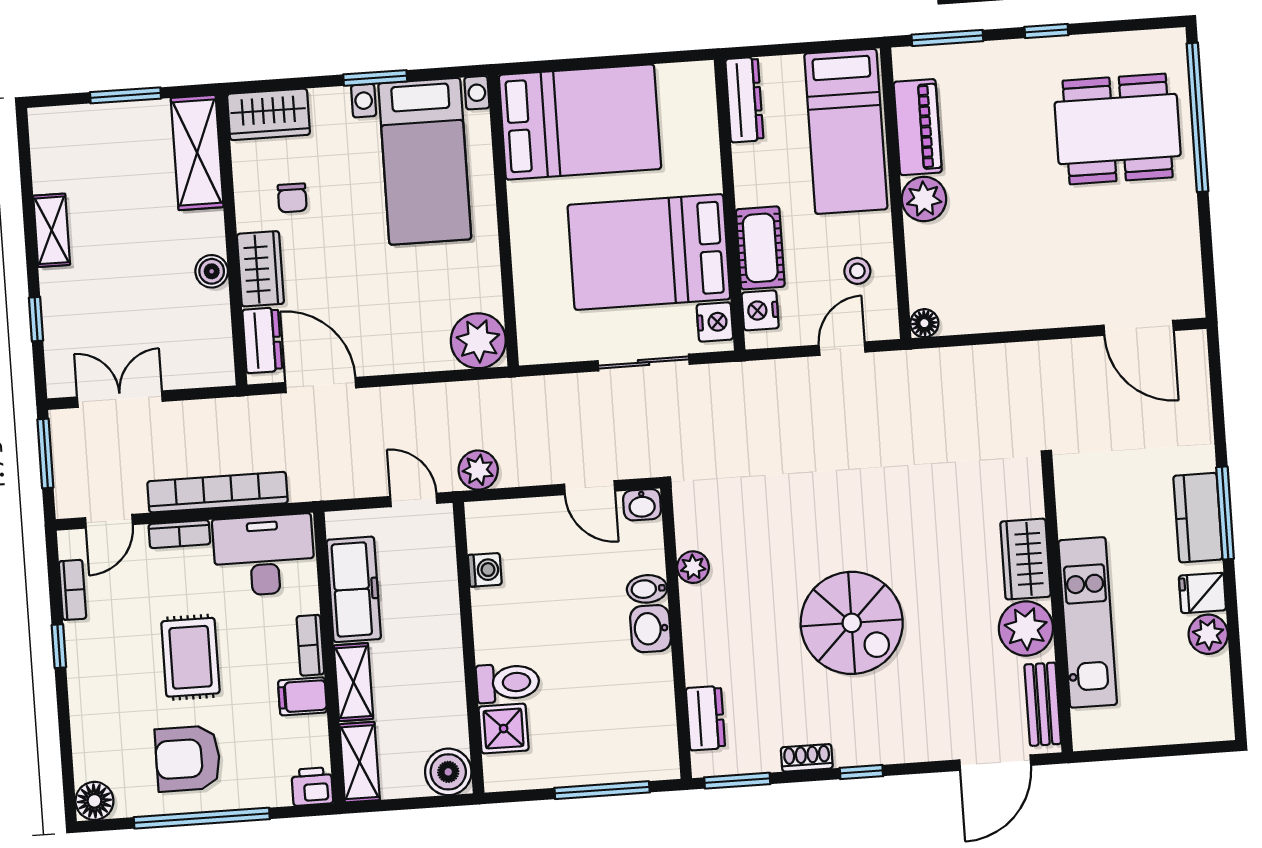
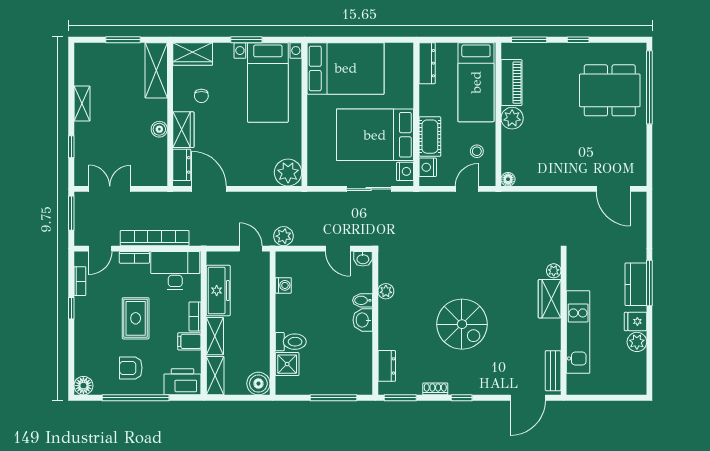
plant: (1026, 628) -> (554, 271), moved, width x0.53, depth x0.53
armchair: (188, 759) -> (131, 368), width x0.72, depth x0.72
printer: (312, 787) -> (182, 382), width x1.87, depth x1.48

